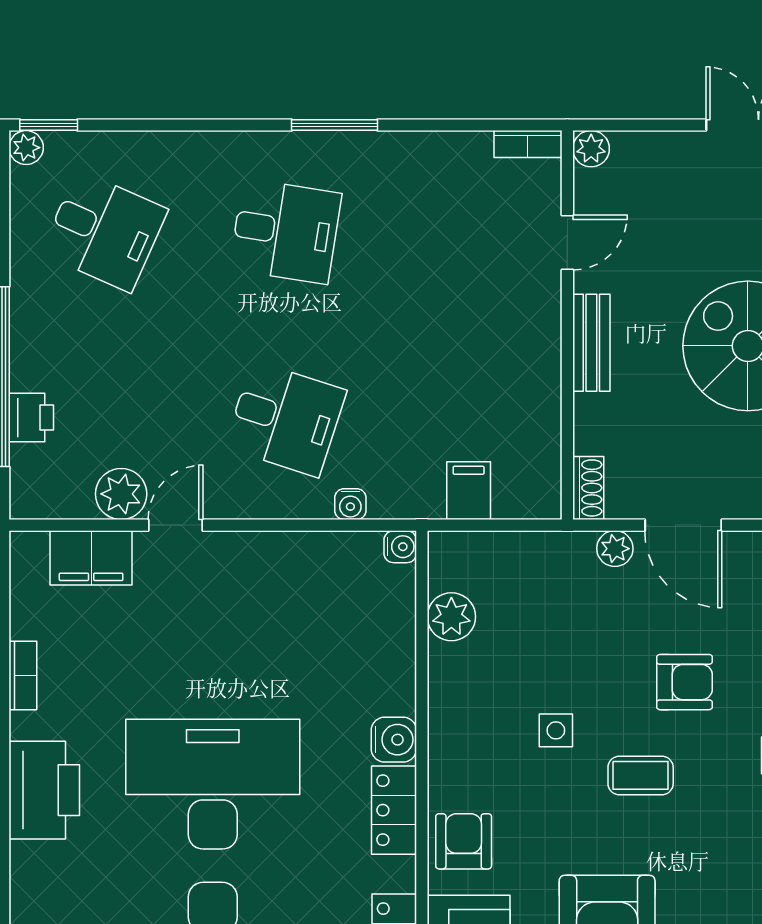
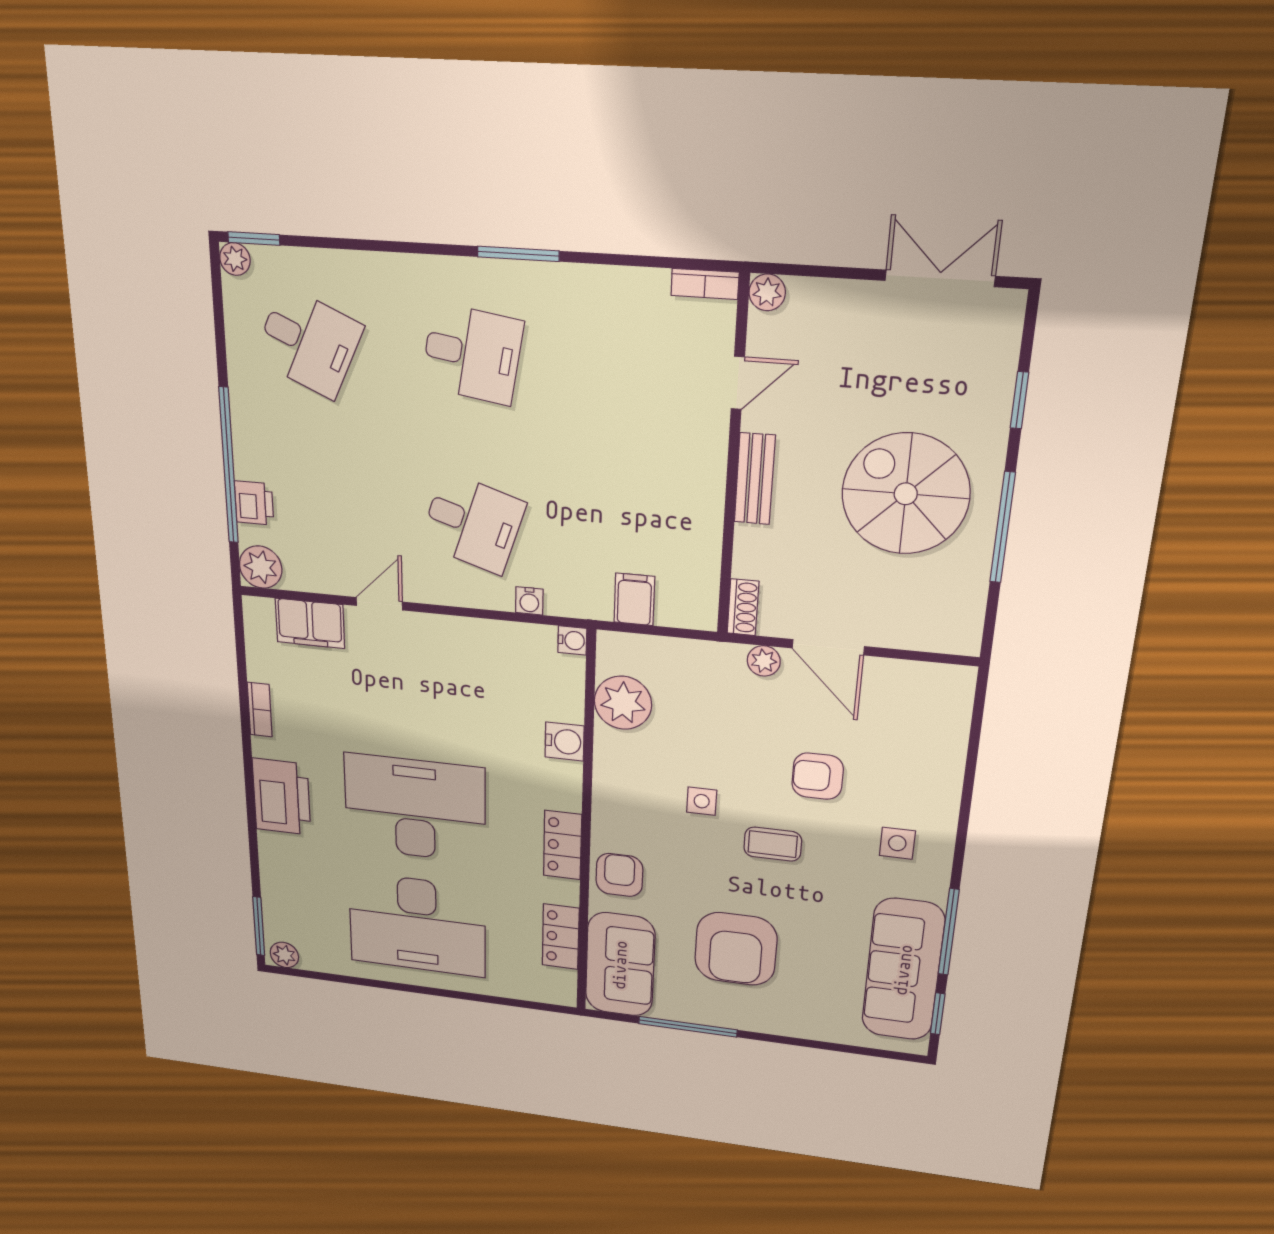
plant: (121, 494) -> (261, 567), moved
plant: (451, 617) -> (623, 703), width x1.36, depth x1.36
armchair: (684, 682) -> (818, 776), turned 180
water cooler: (394, 740) -> (565, 742), moved

